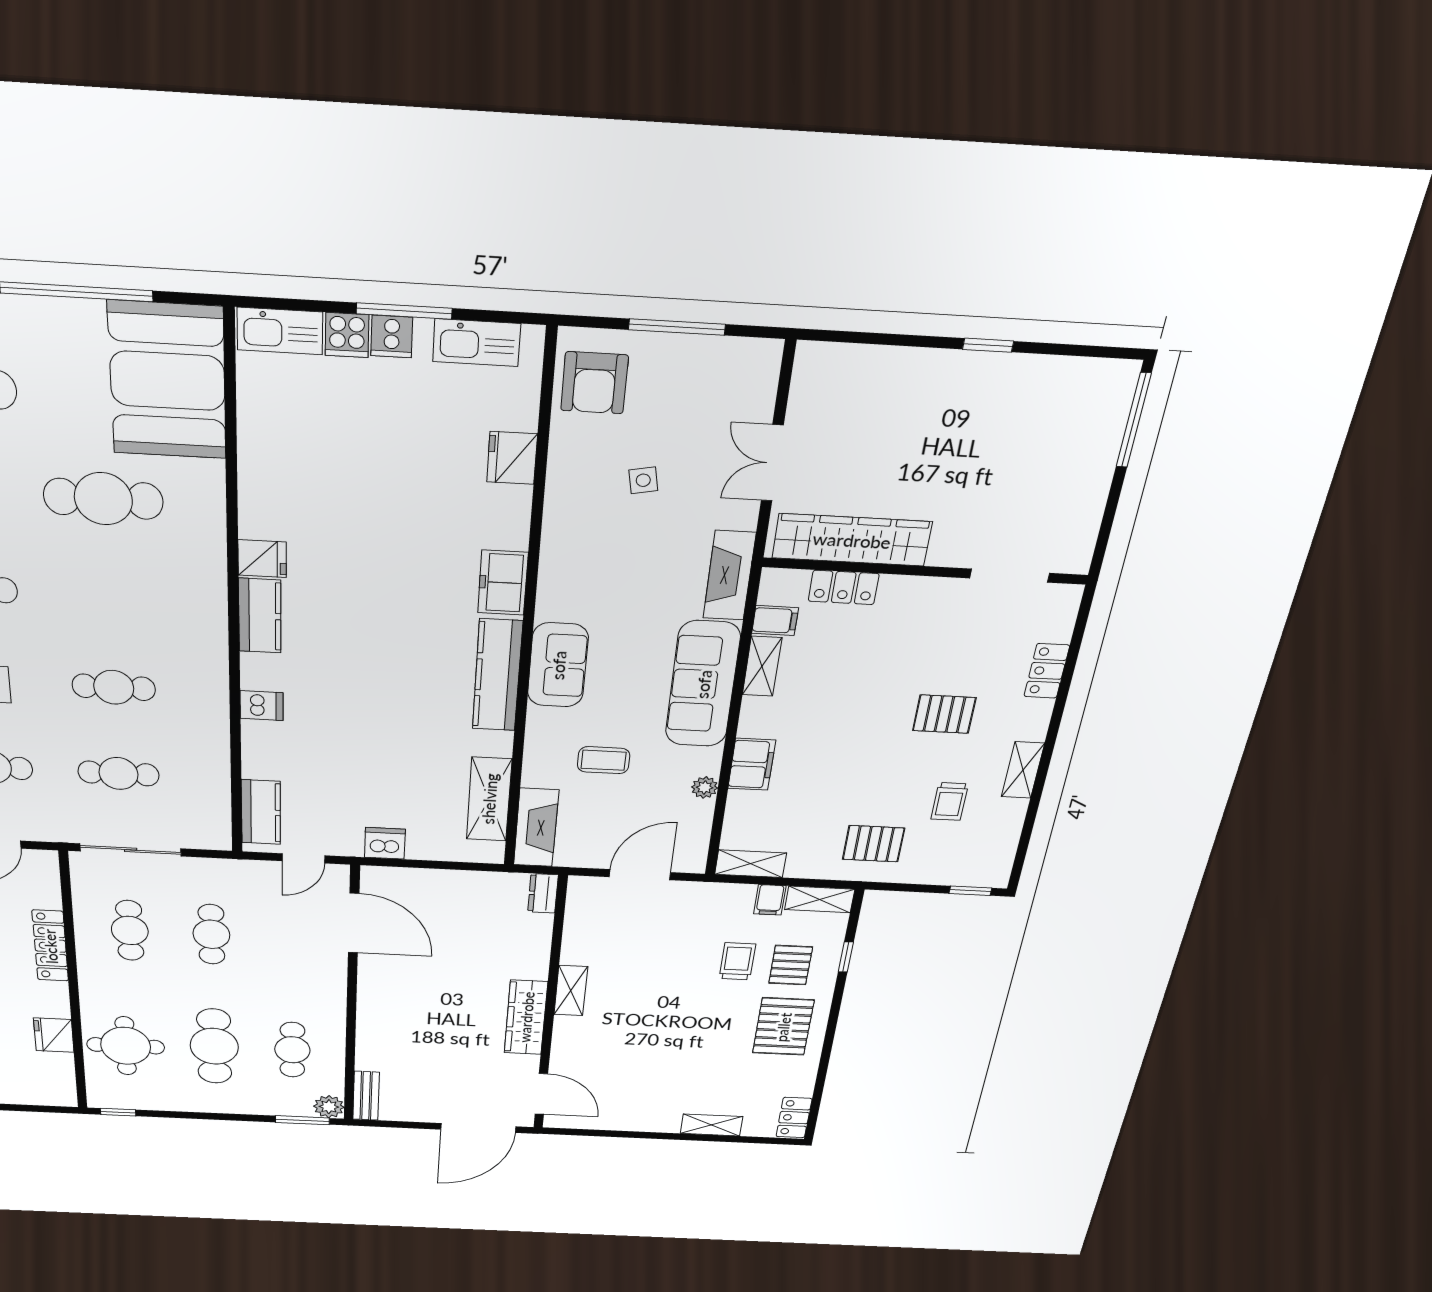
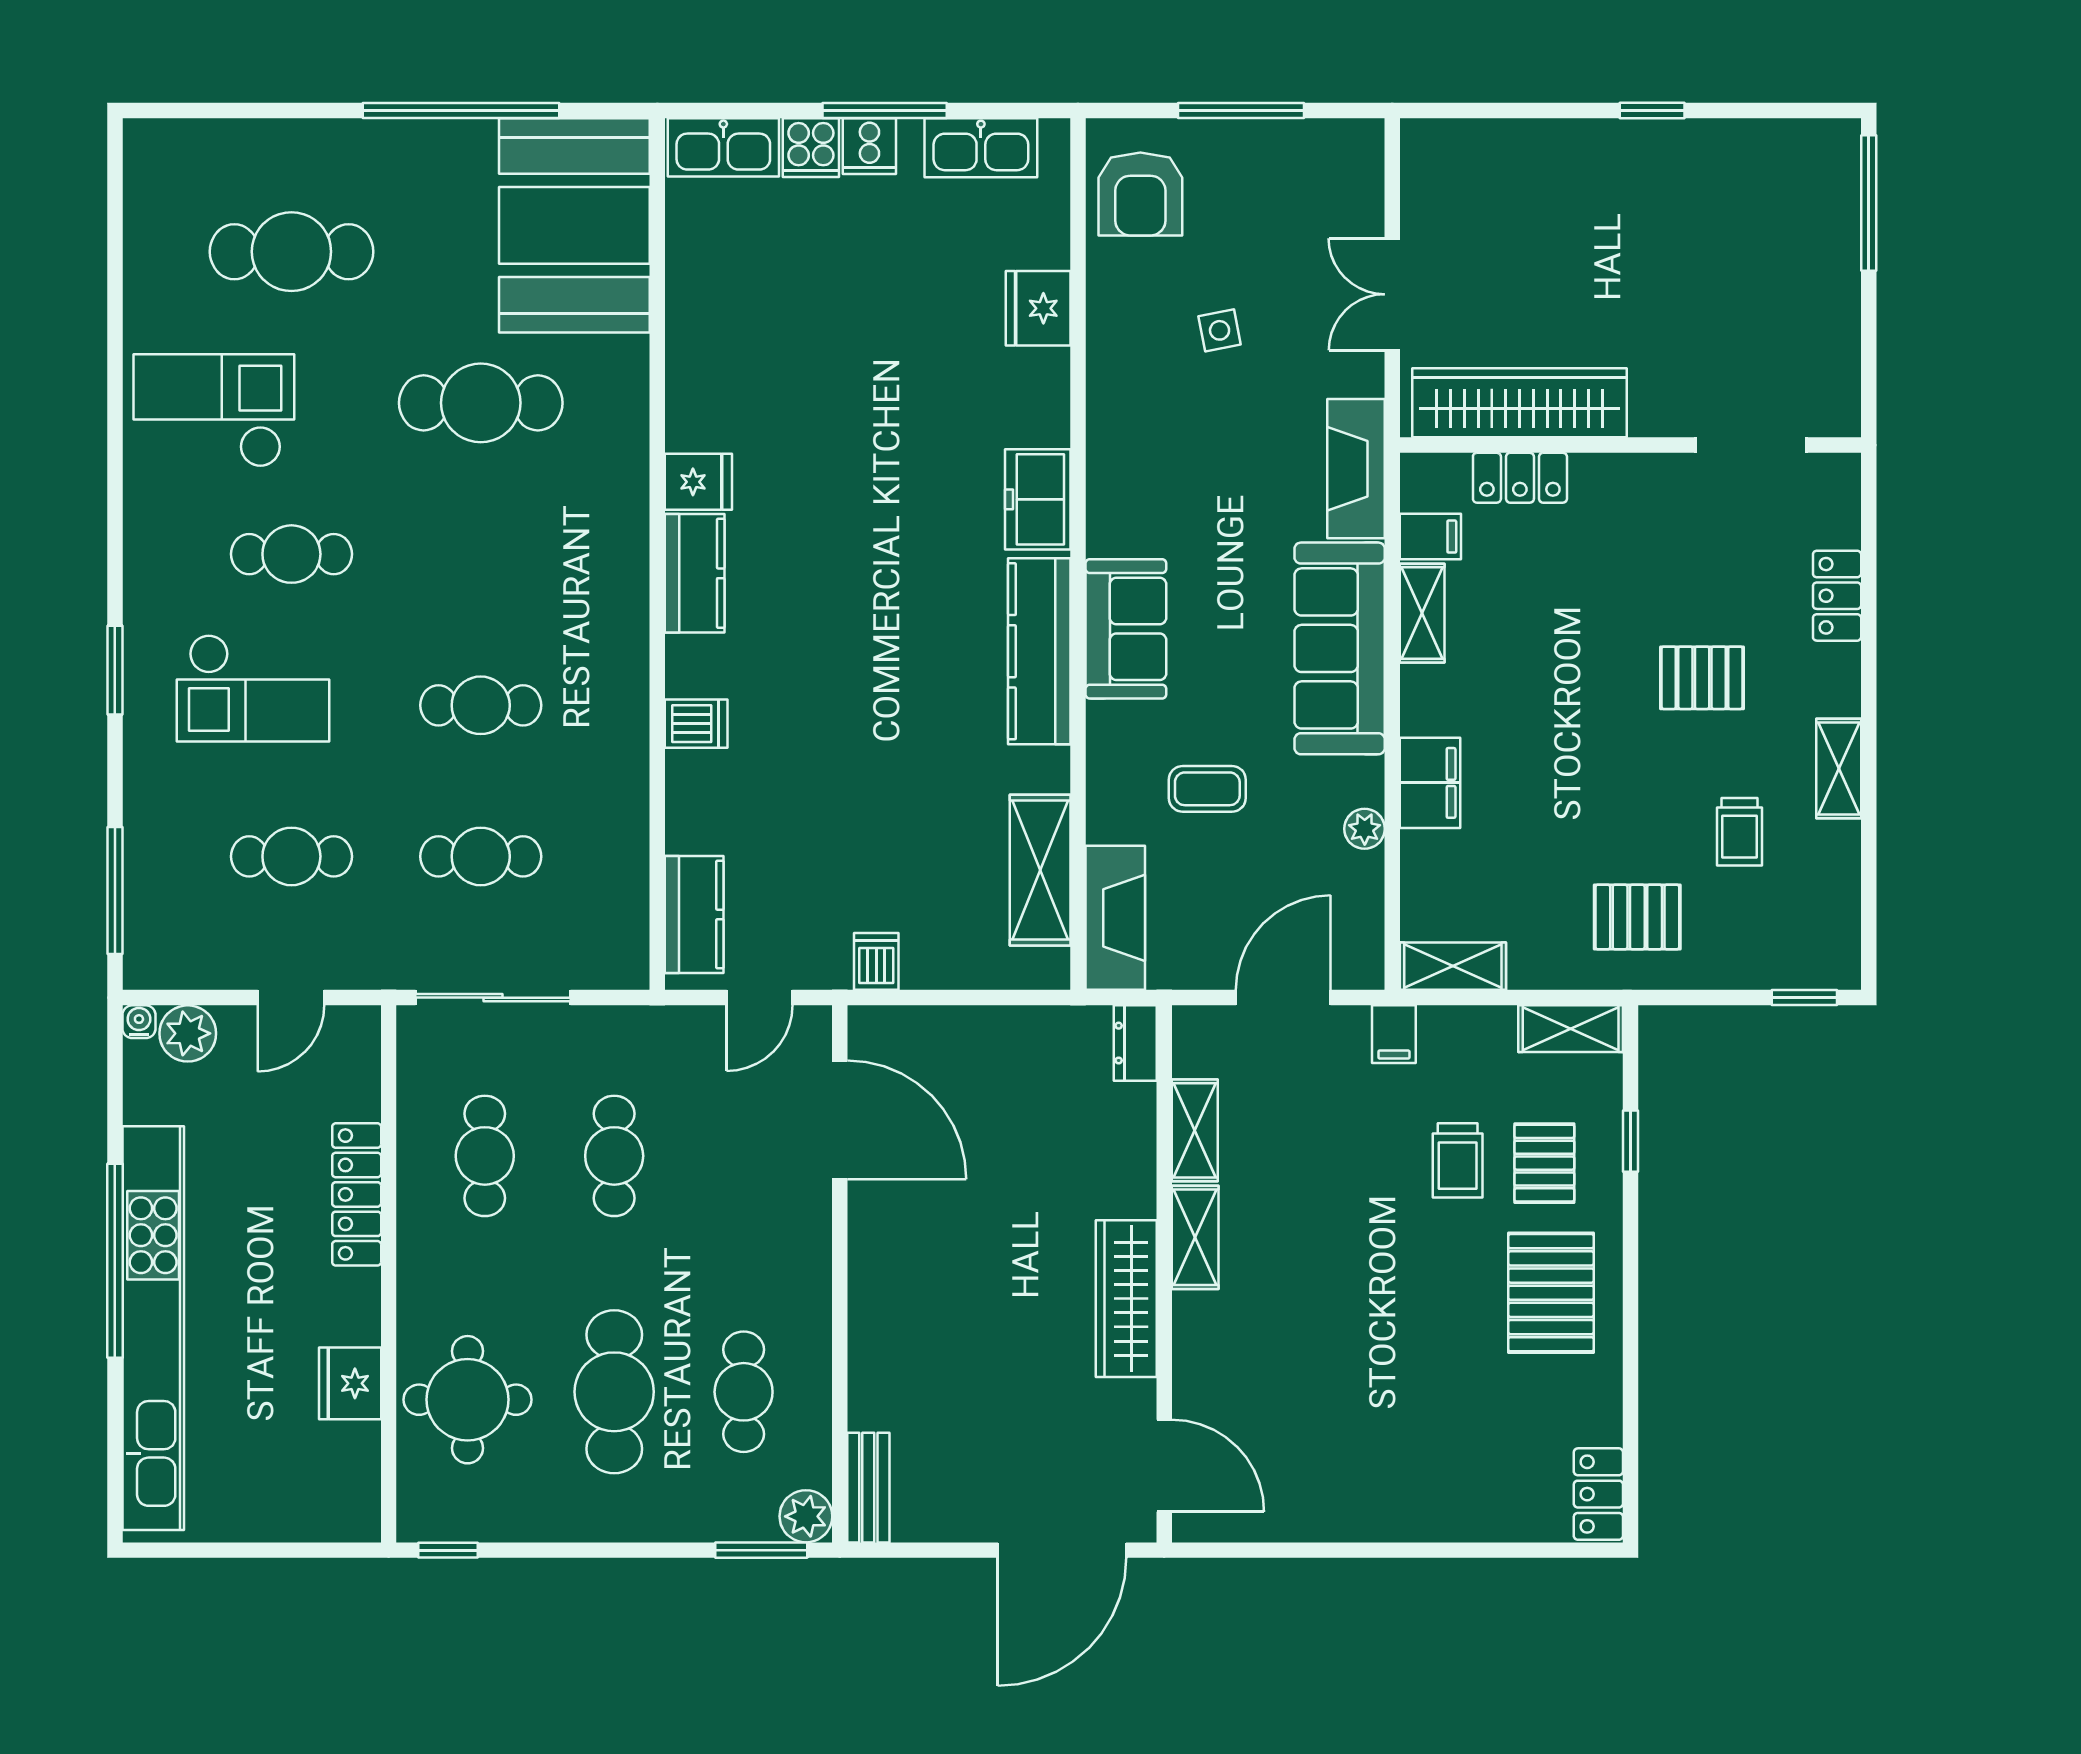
dishwasher: (385, 843) -> (876, 961), width x0.73
filing cabinet: (770, 900) -> (1394, 1034), moved
trolley: (737, 961) -> (1458, 1160), turned 180
shelving: (712, 1125) -> (1195, 1130), moved, turned 90

